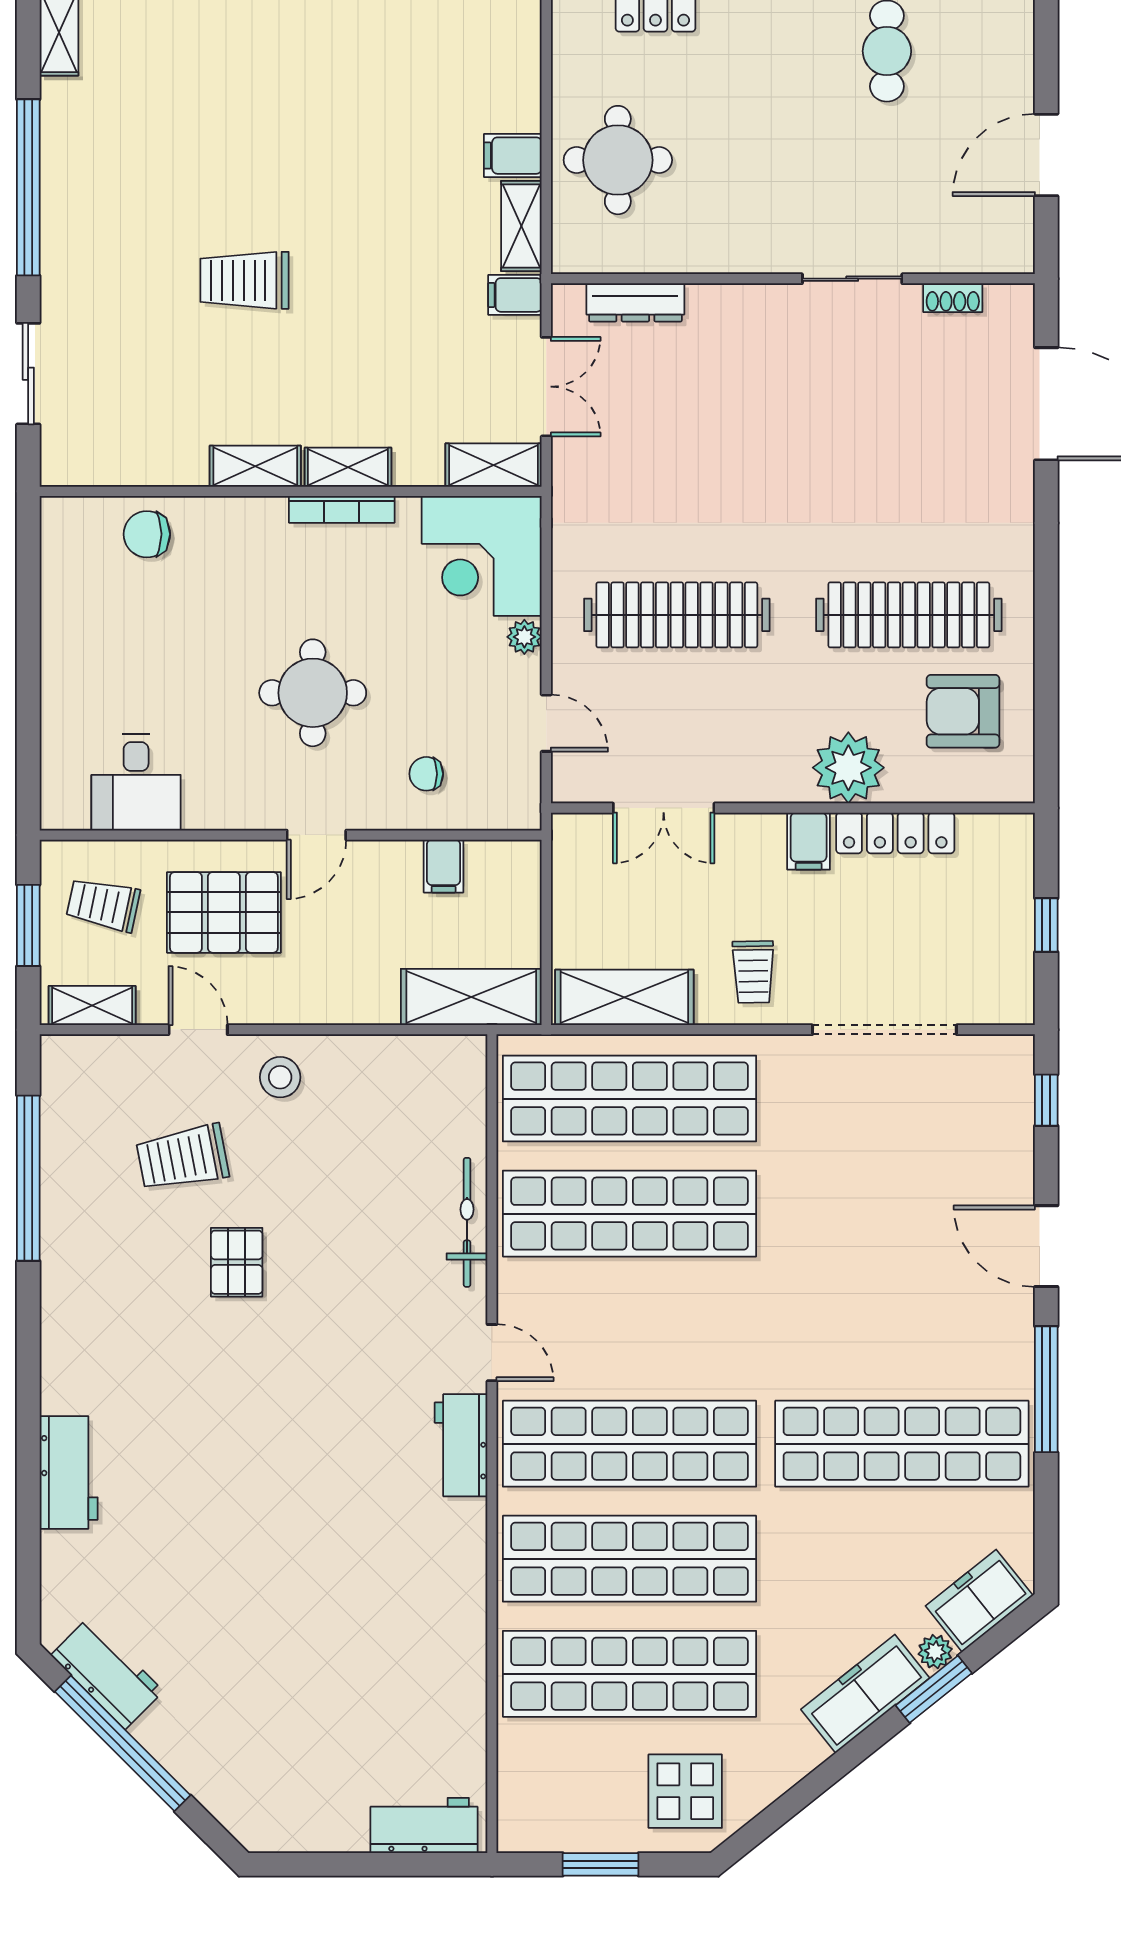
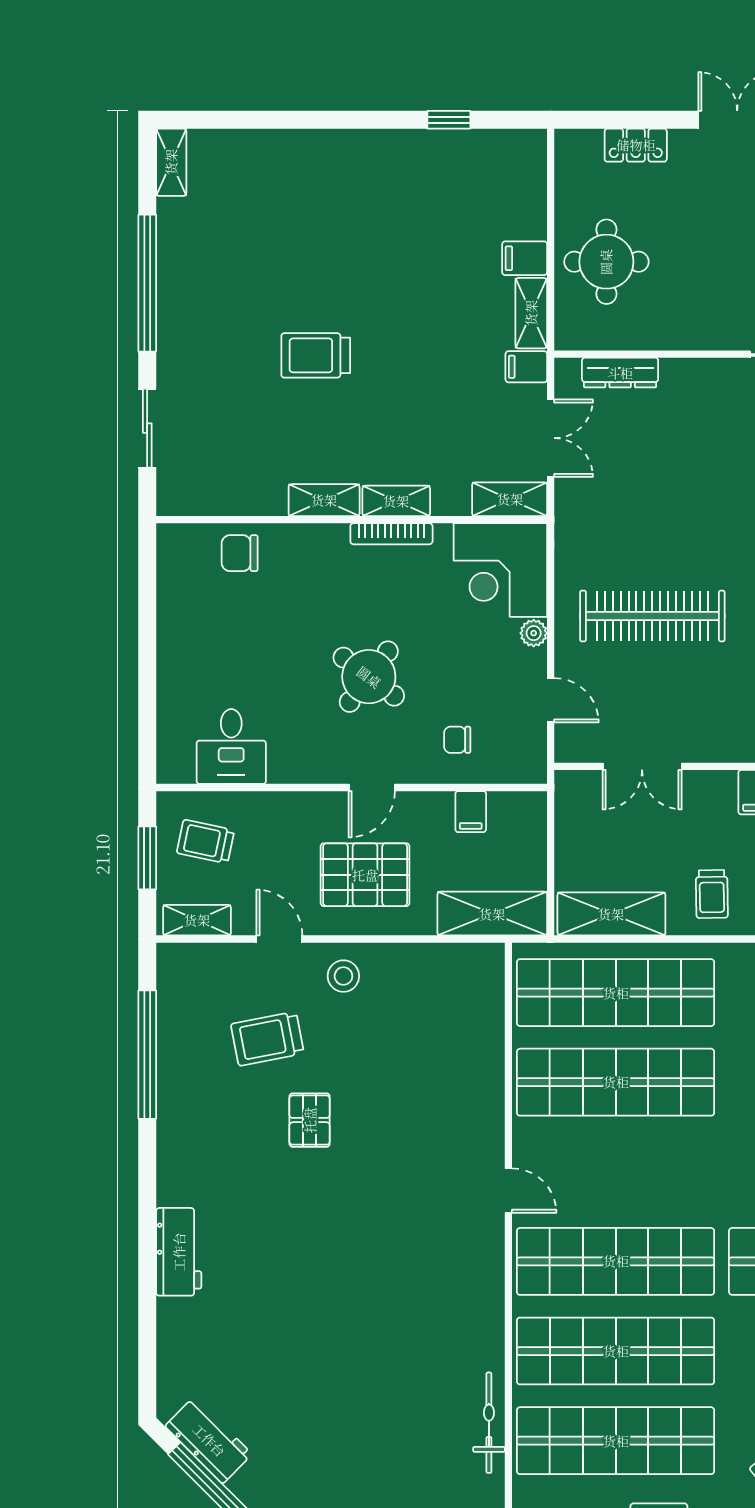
round table: (313, 693) -> (369, 677), turned 37
pallet: (224, 912) -> (365, 875), moved
bicycle: (467, 1222) -> (489, 1423), moved
workbench: (461, 1445) -> (484, 1263), removed
workbench: (69, 1472) -> (179, 1252), moved

